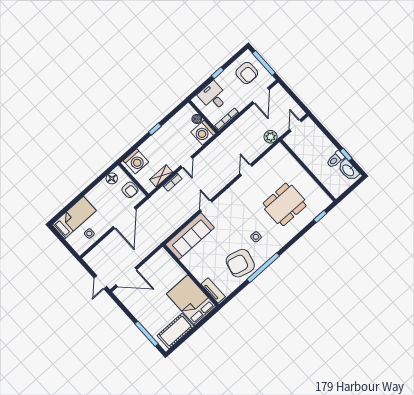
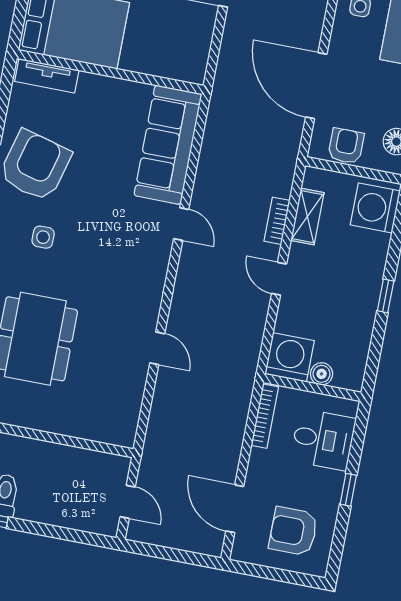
window: (264, 63) -> (276, 574), removed
plant: (271, 137) -> (158, 446), removed
armchair: (130, 190) -> (346, 146), turned 90

